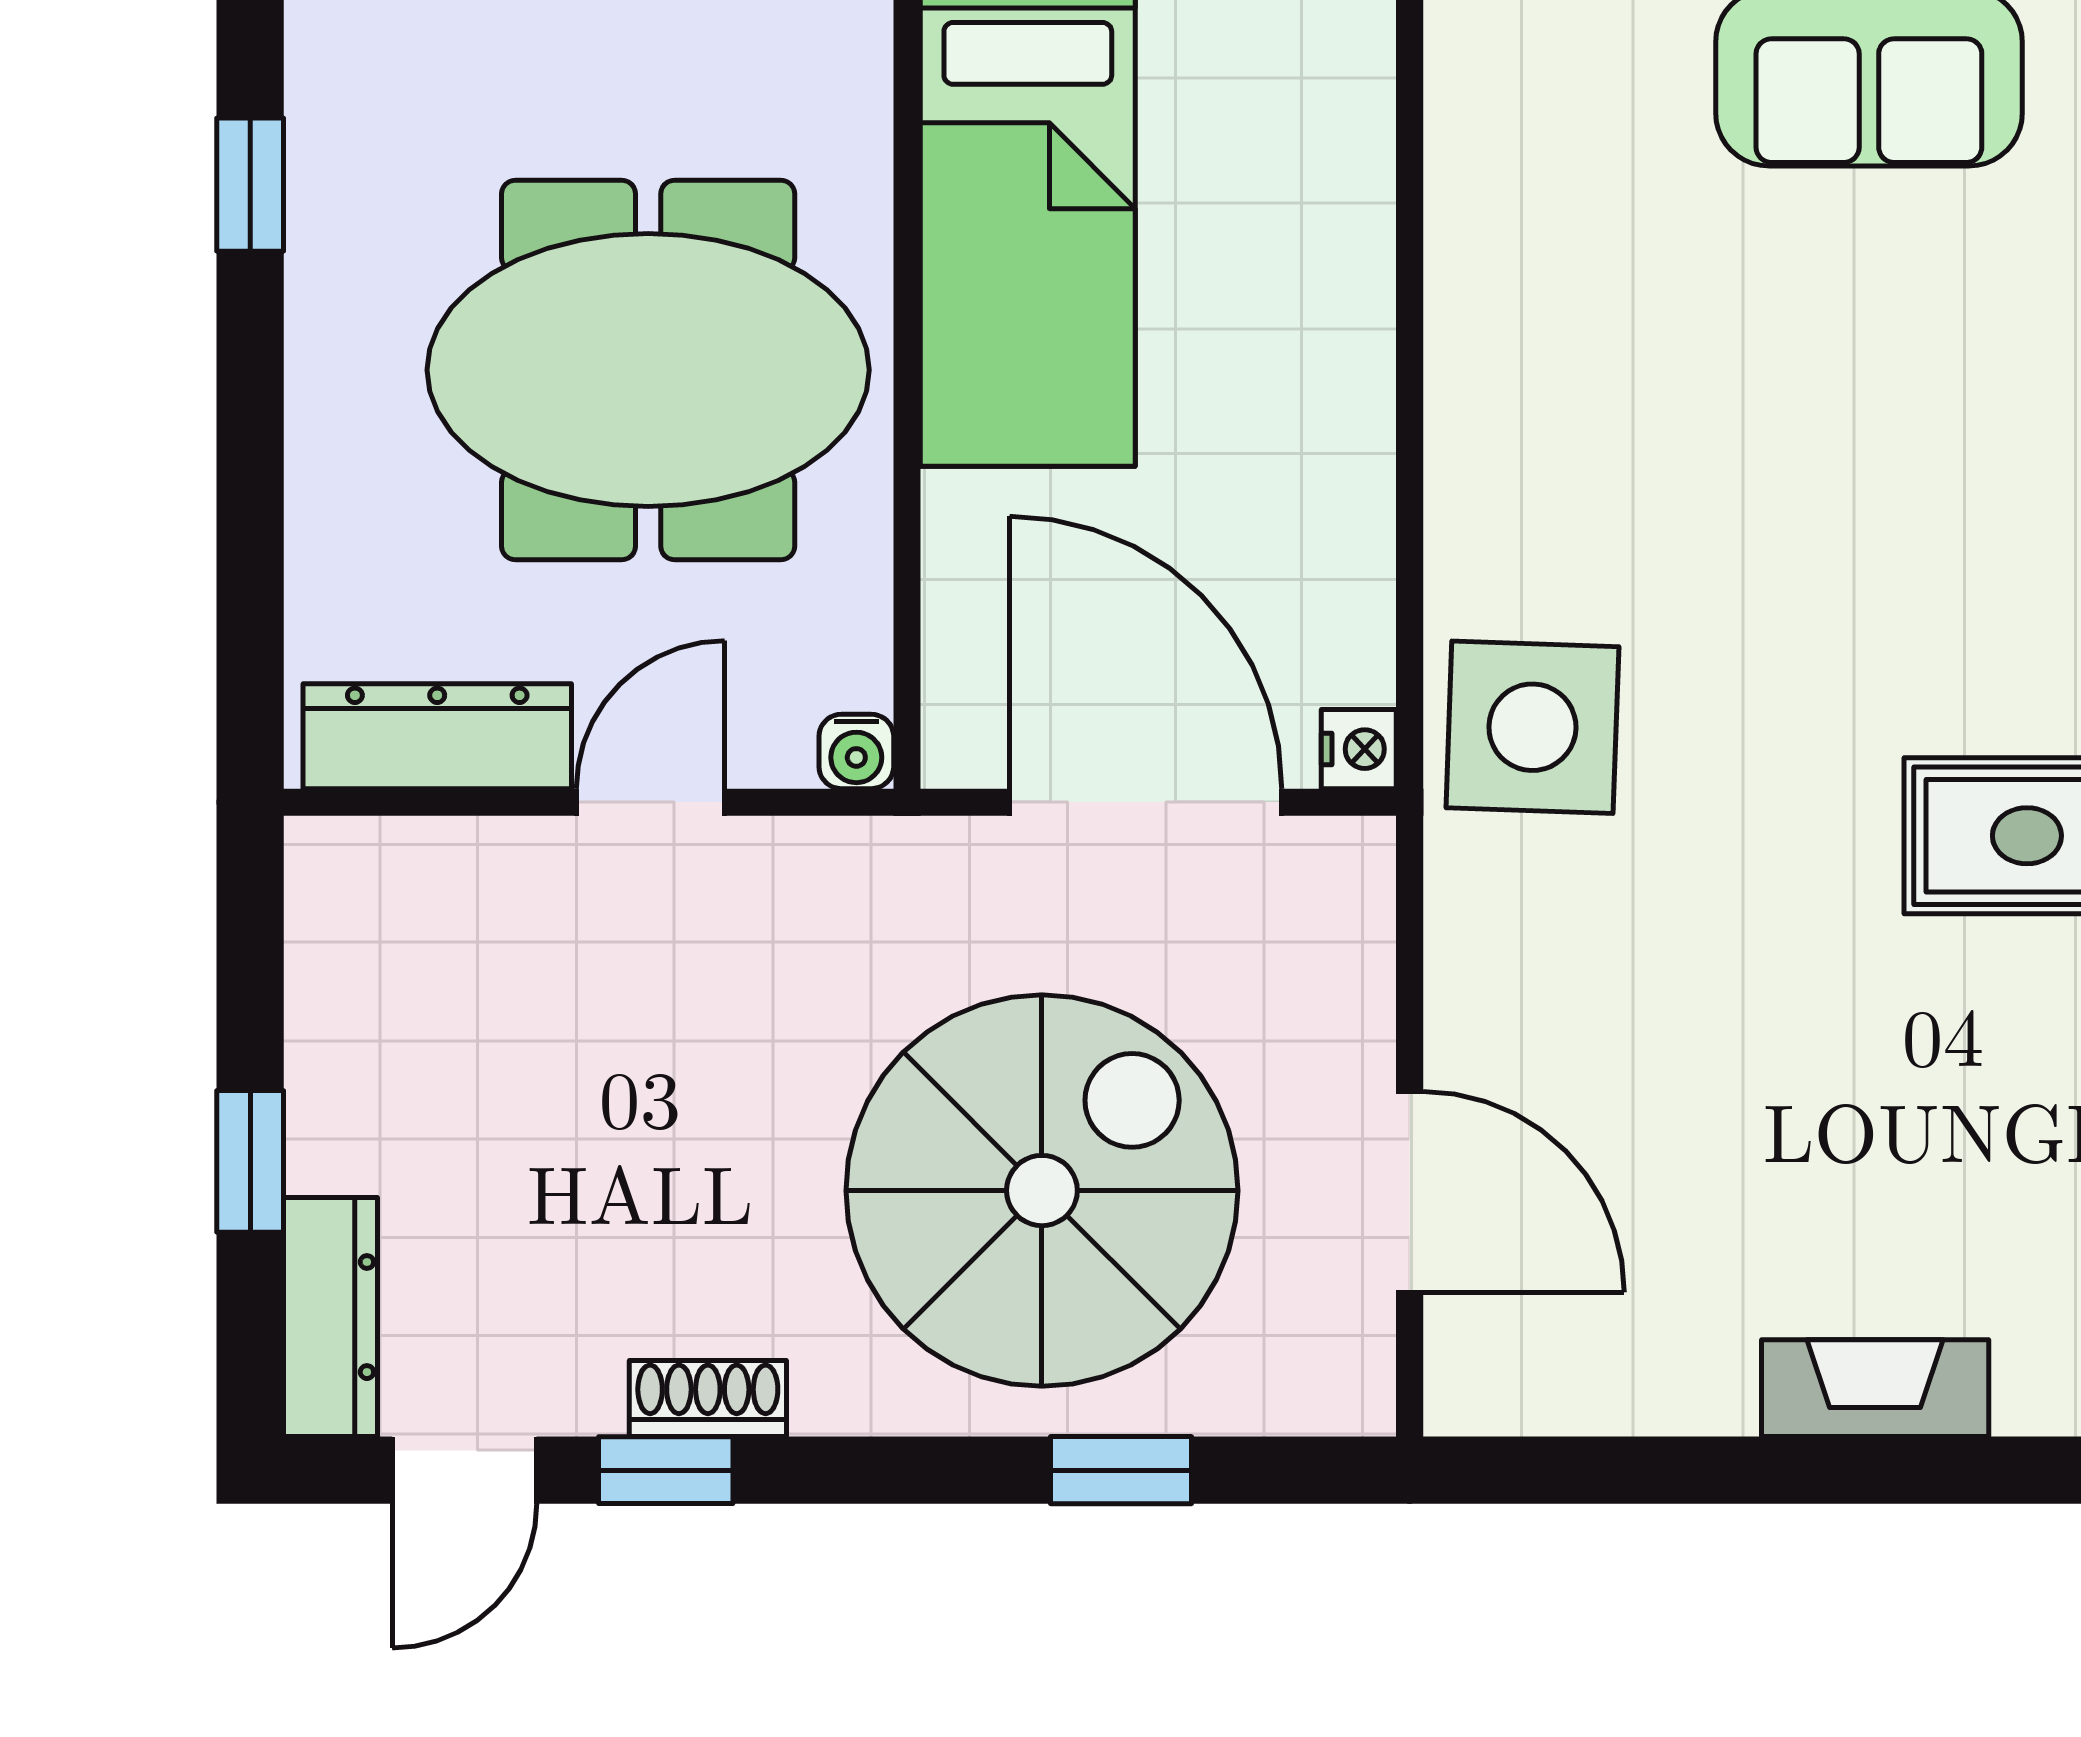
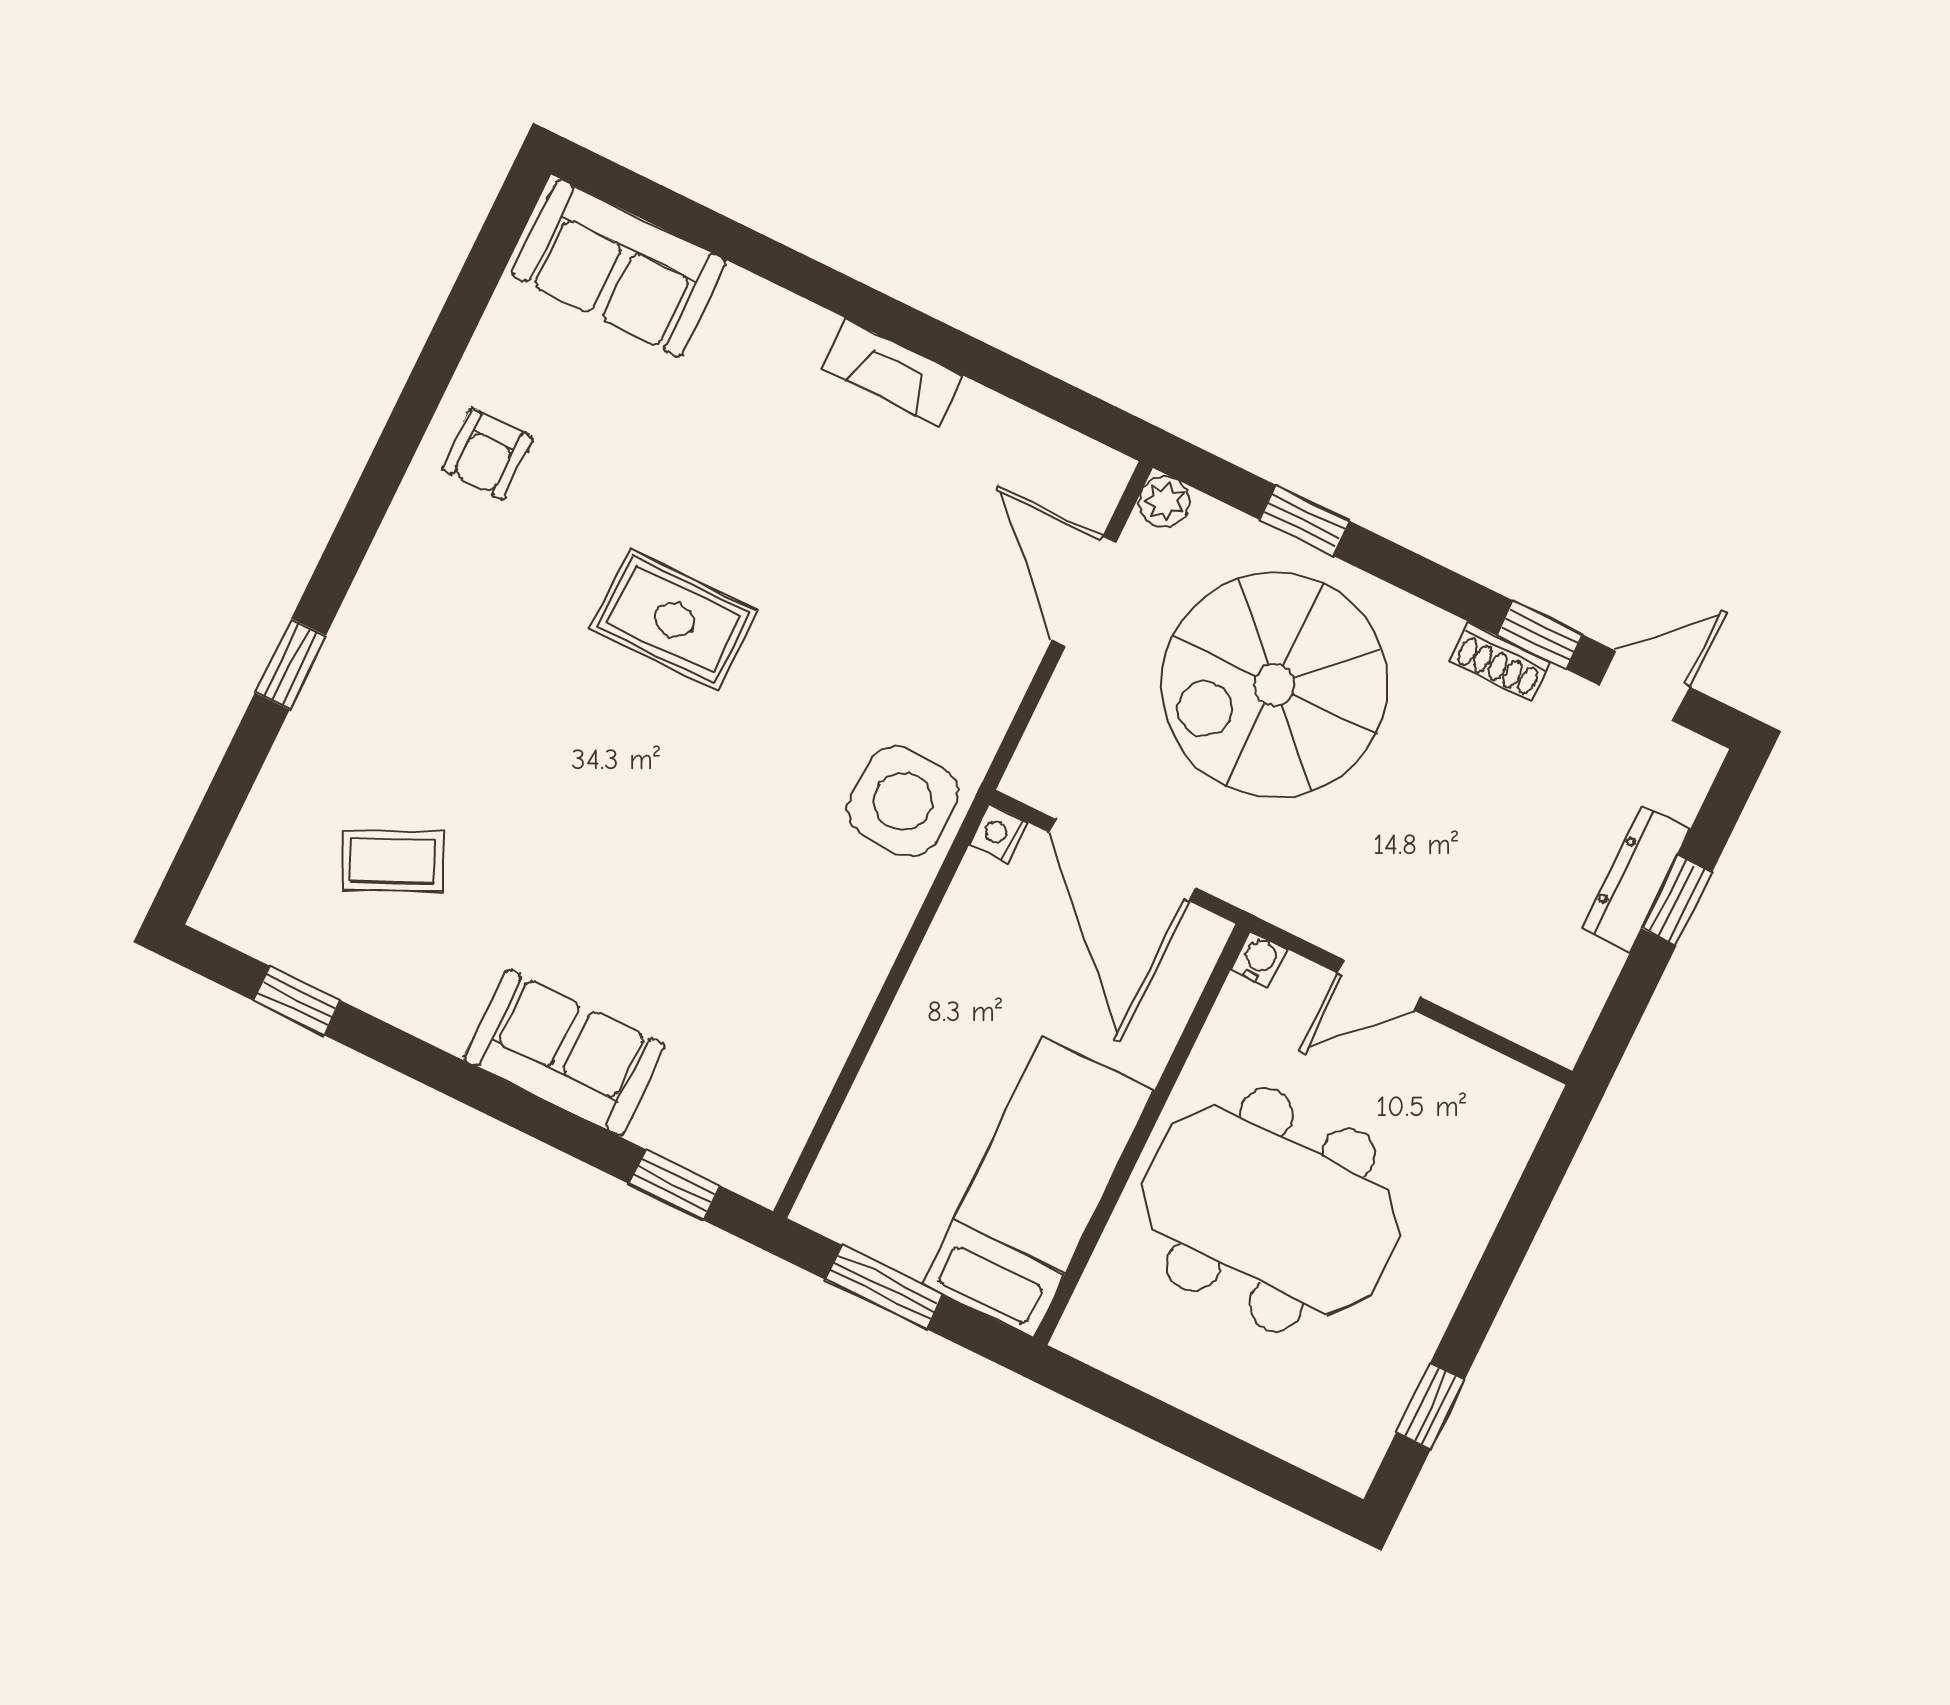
dresser: (437, 736) -> (1473, 1073), removed
dresser: (330, 1317) -> (1636, 879), moved
plant: (1353, 1393) -> (1164, 501), added

